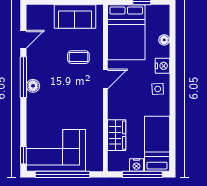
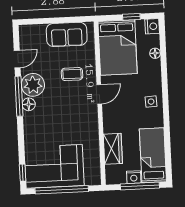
plant: (38, 66) -> (33, 85), added
nightstand: (162, 66) -> (152, 26), moved

